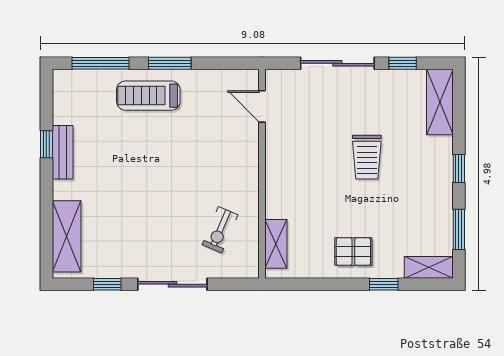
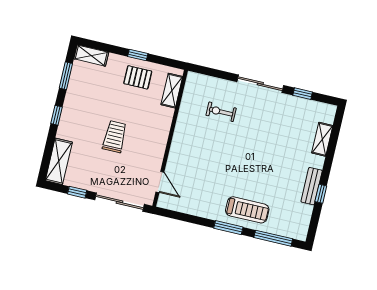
door: (262, 106) -> (160, 182), moved
wall: (262, 174) -> (170, 138), moved
exercise bike: (220, 230) -> (221, 112), turned -113
shelving: (67, 236) -> (322, 139), width x0.67, depth x0.75
shelving: (276, 244) -> (172, 91), moved
window: (384, 284) -> (138, 55), moved

